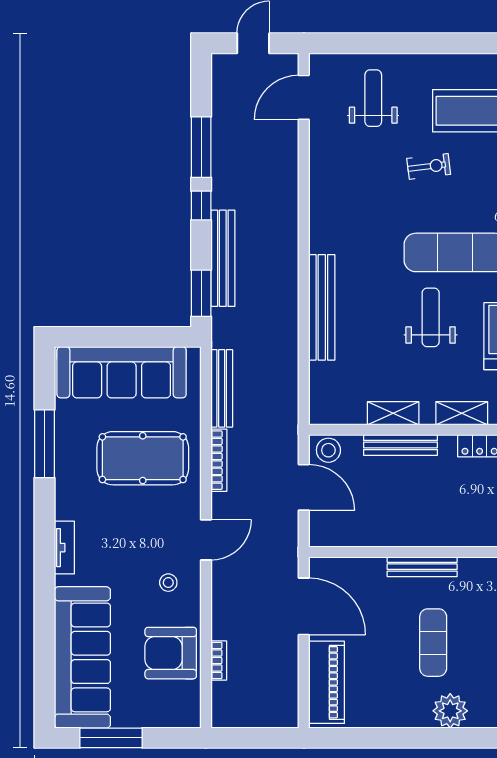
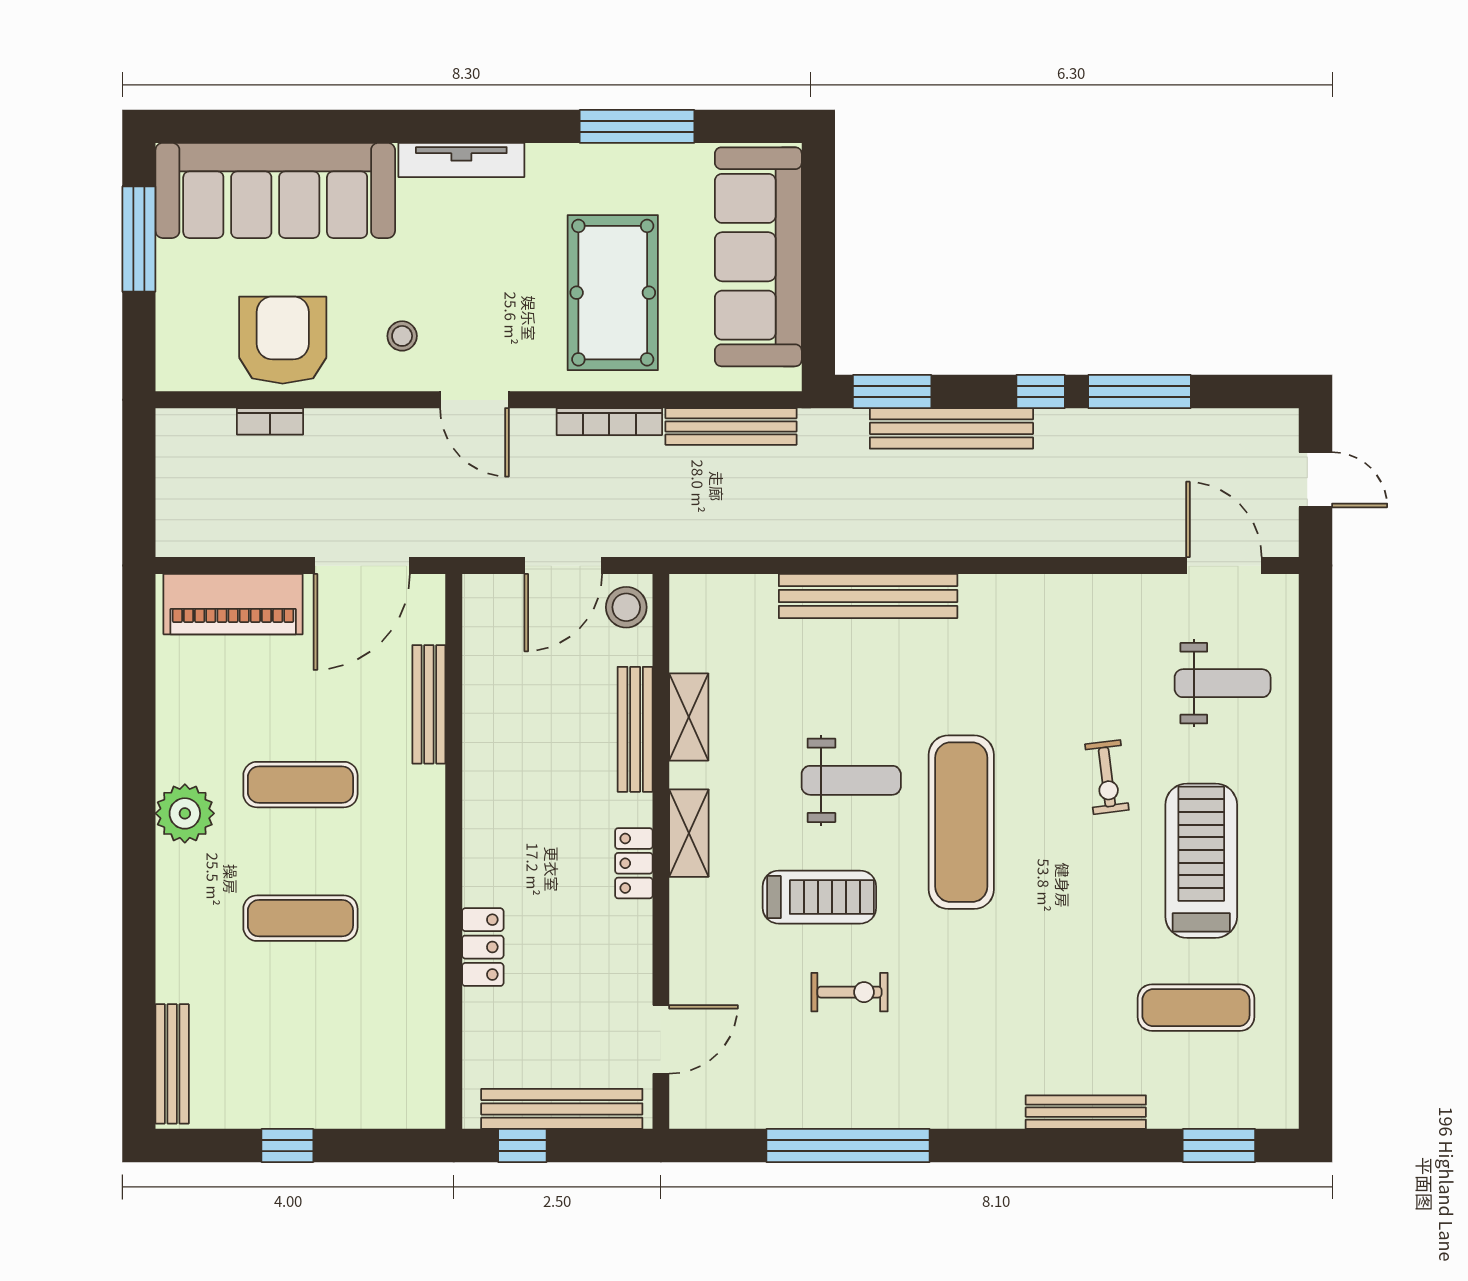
tv unit: (64, 548) -> (461, 160), width x1.41
bench: (422, 567) -> (429, 704), moved

